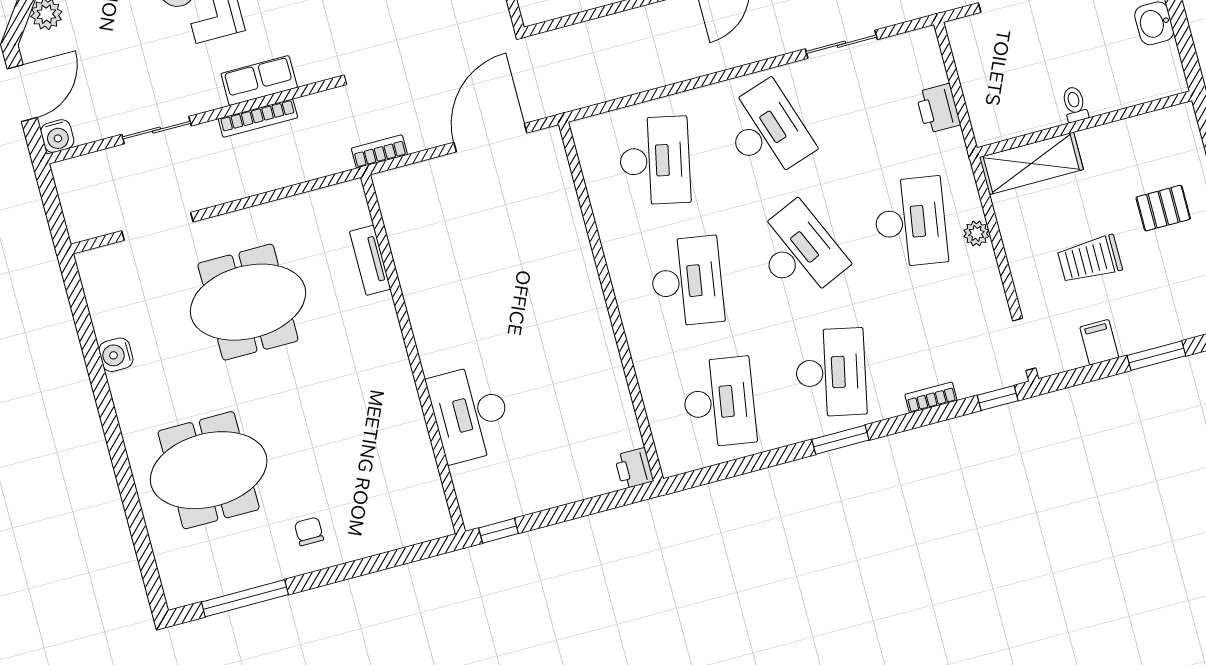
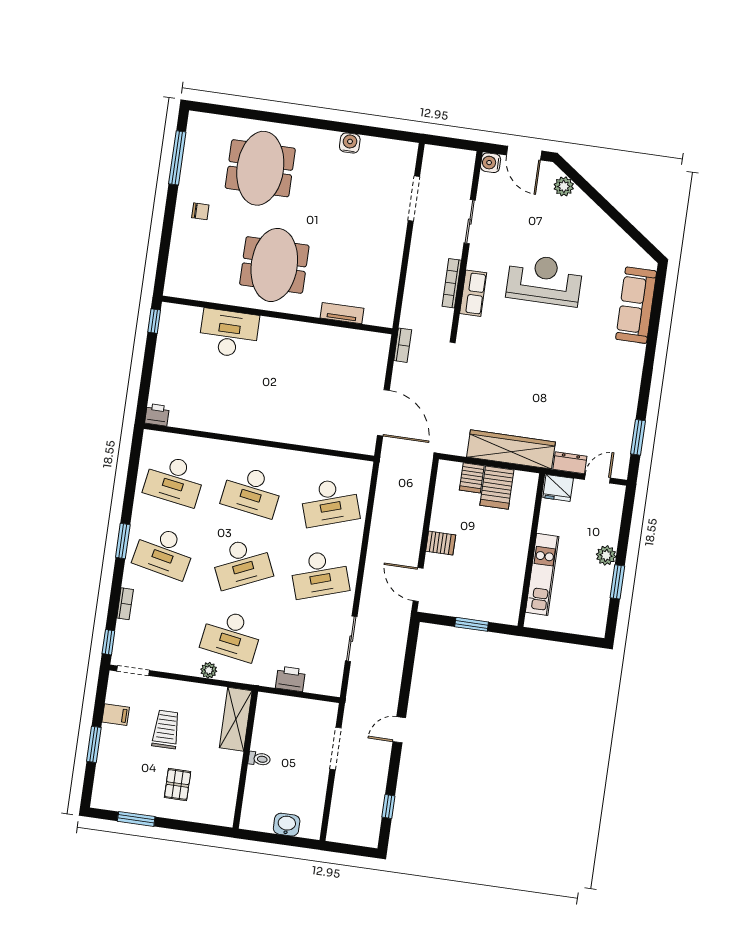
desk: (655, 161) -> (330, 502), turned -30
meeting table: (248, 302) -> (274, 265), moved

